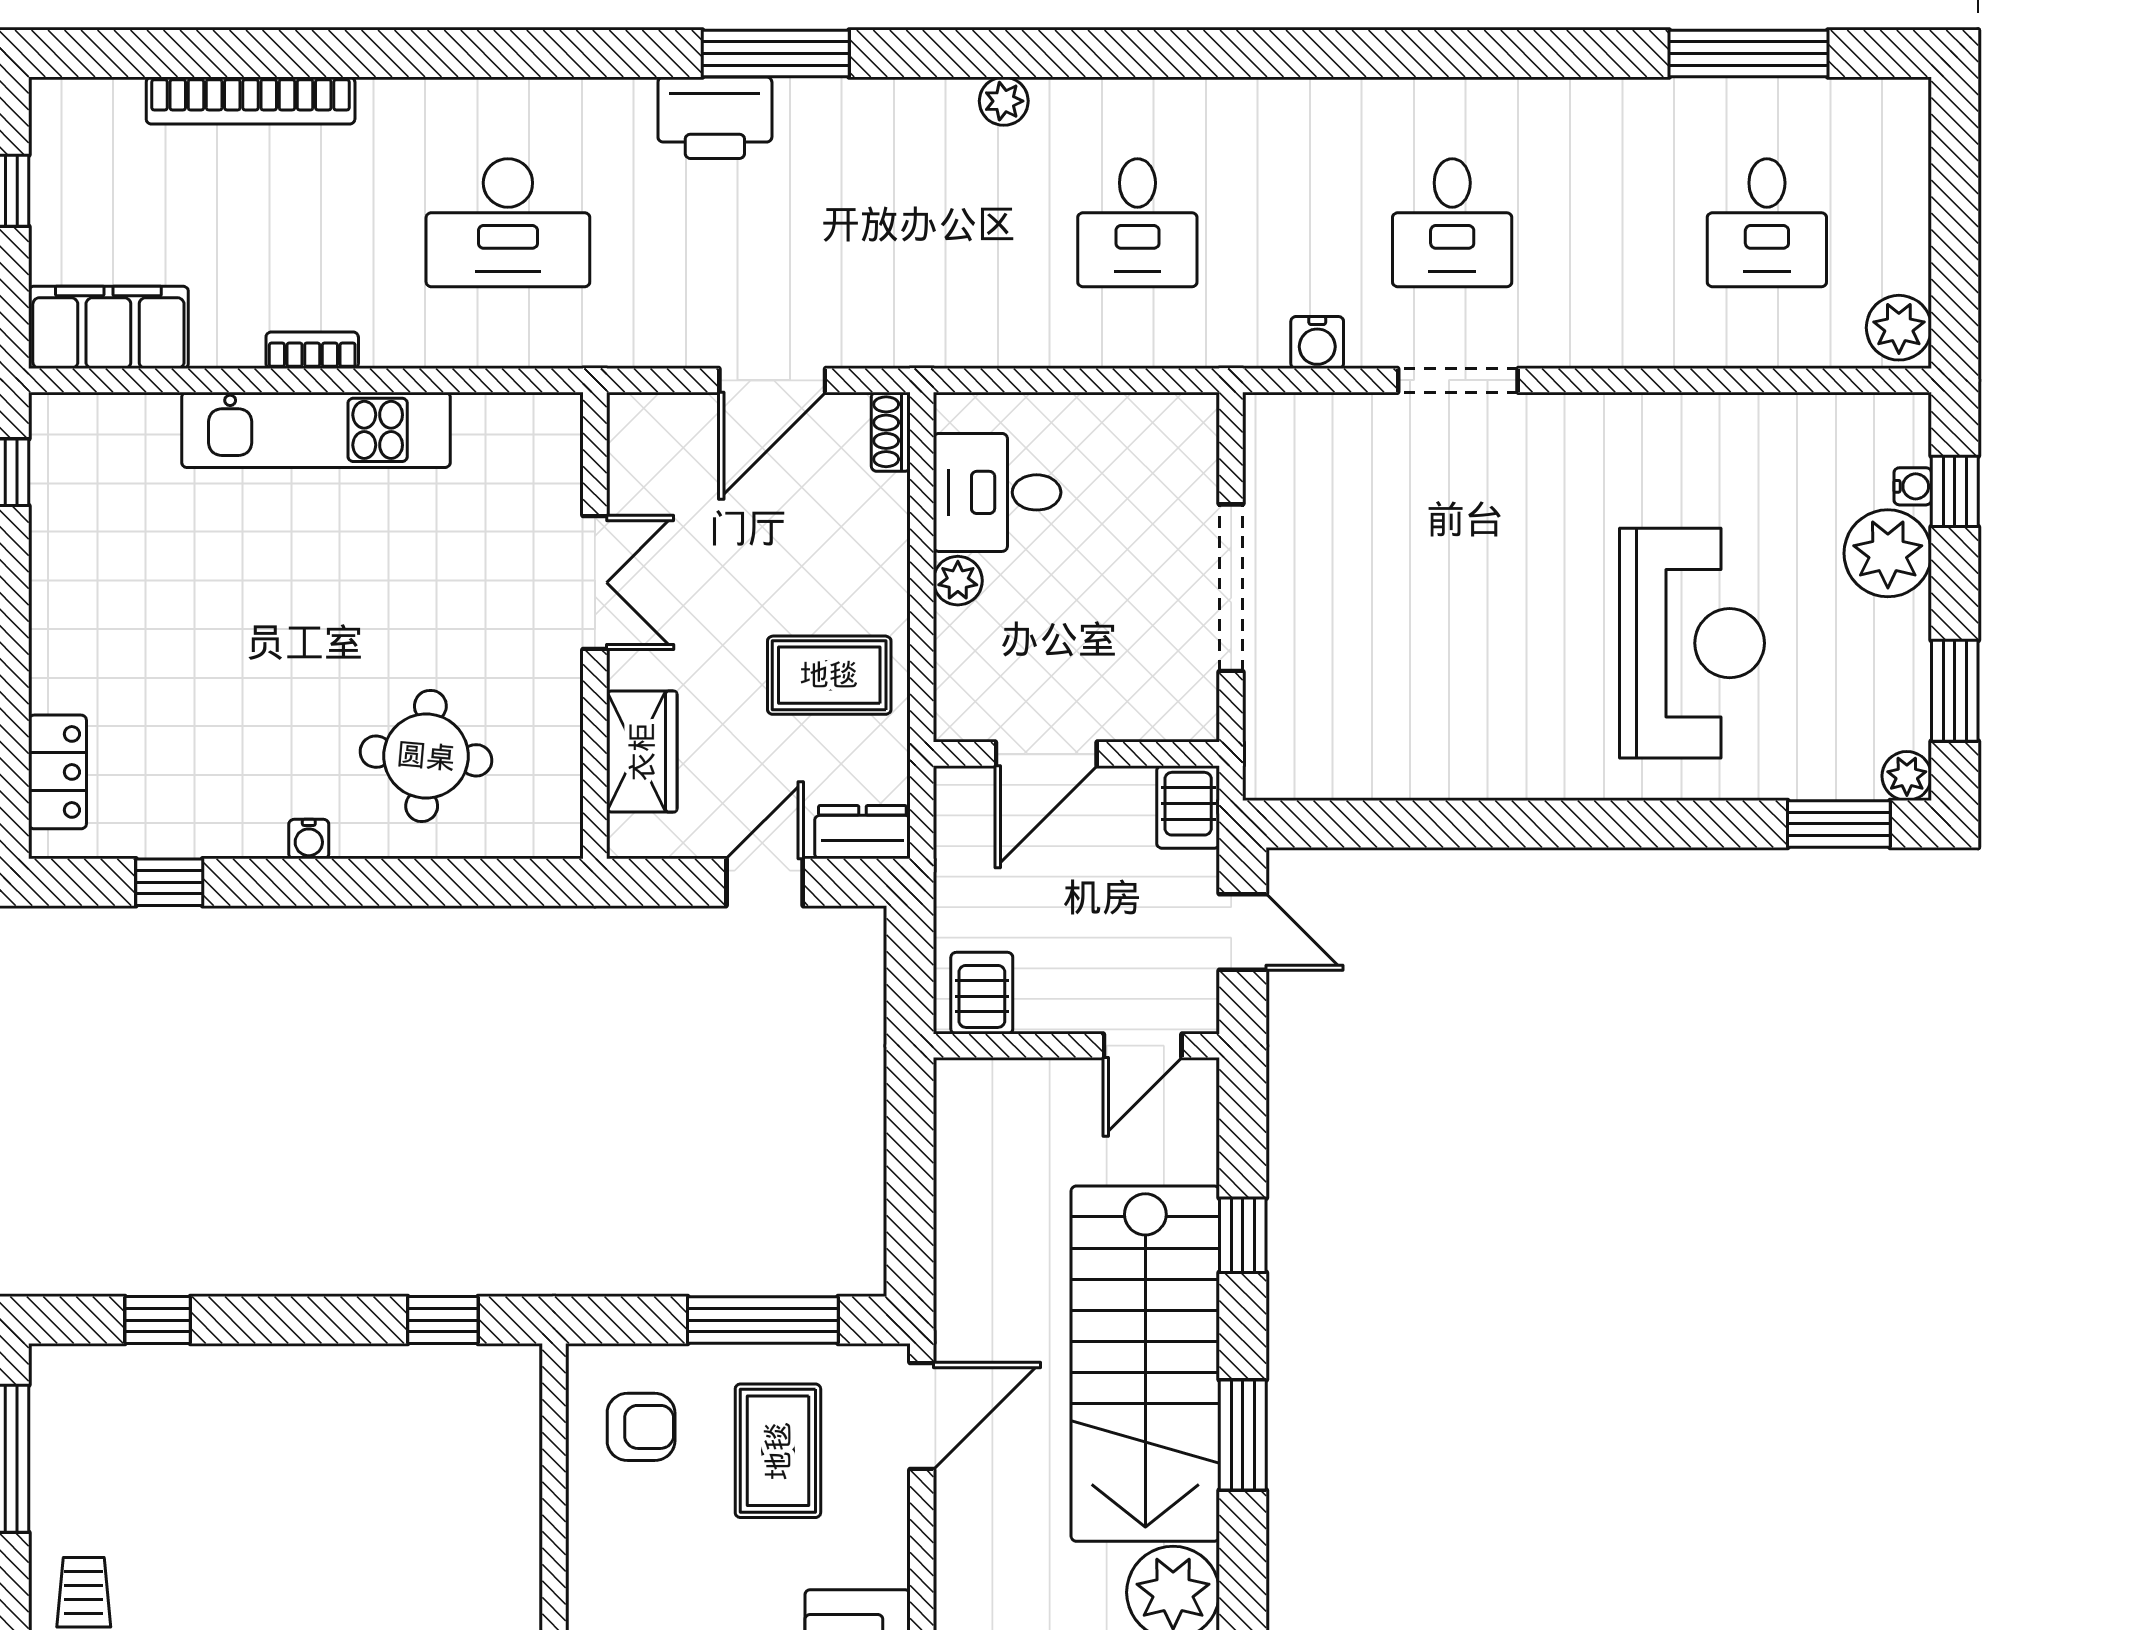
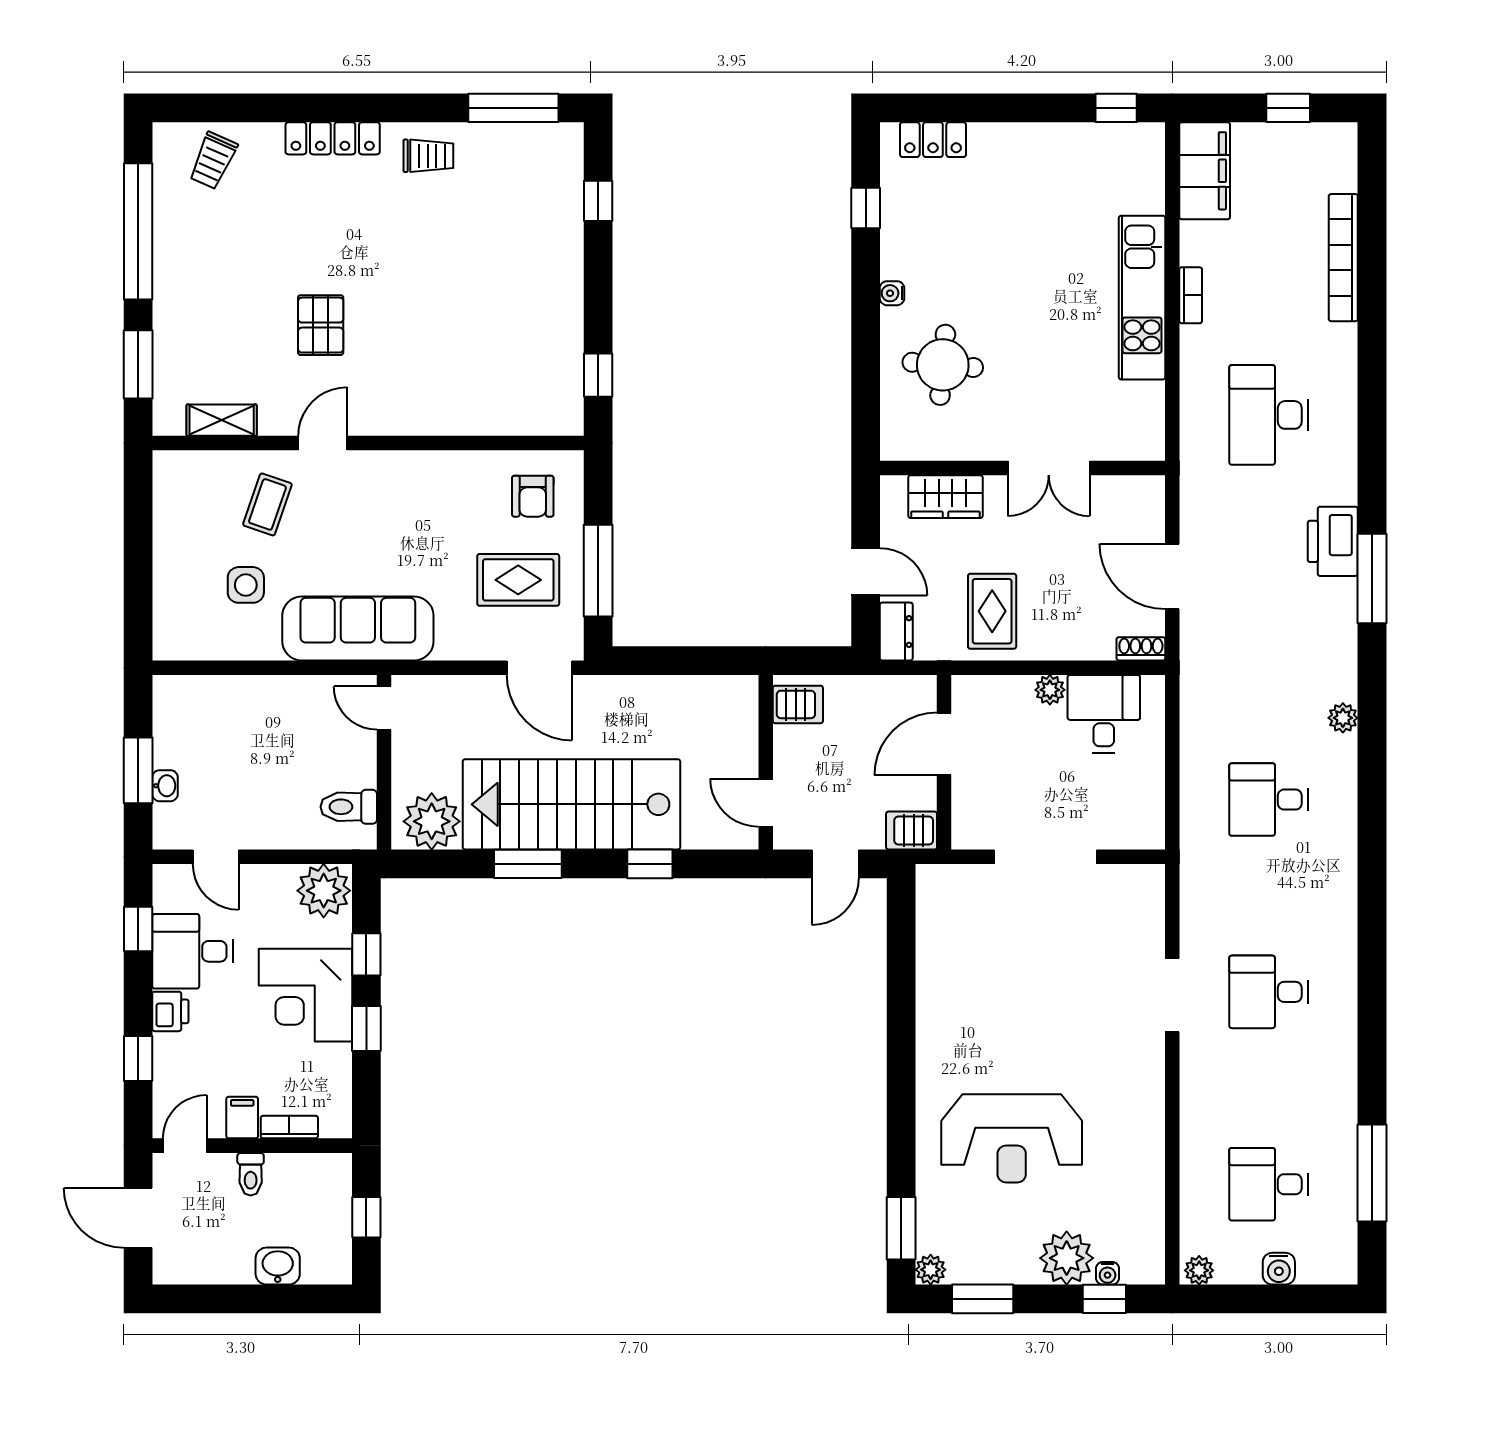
plant: (1899, 328) -> (1199, 1270), width x0.73, depth x0.73
water cooler: (1317, 342) -> (1279, 1269), moved, turned -90
door: (1046, 754) -> (944, 744), hinge flipped

